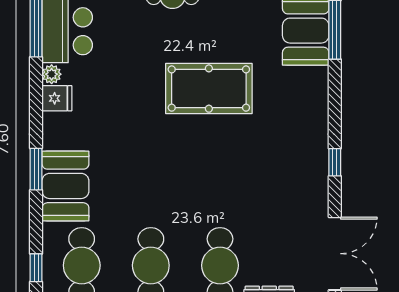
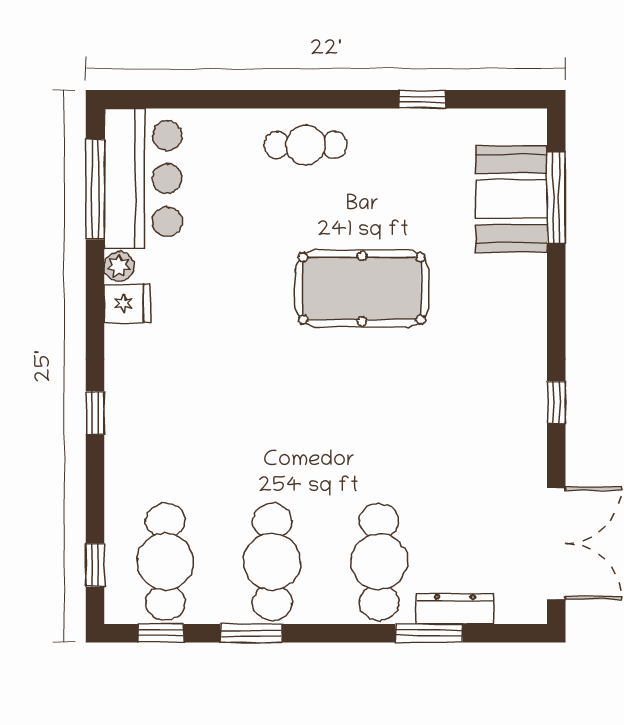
window: (36, 169) -> (95, 413), width x0.67
booth: (65, 186) -> (140, 439), removed

